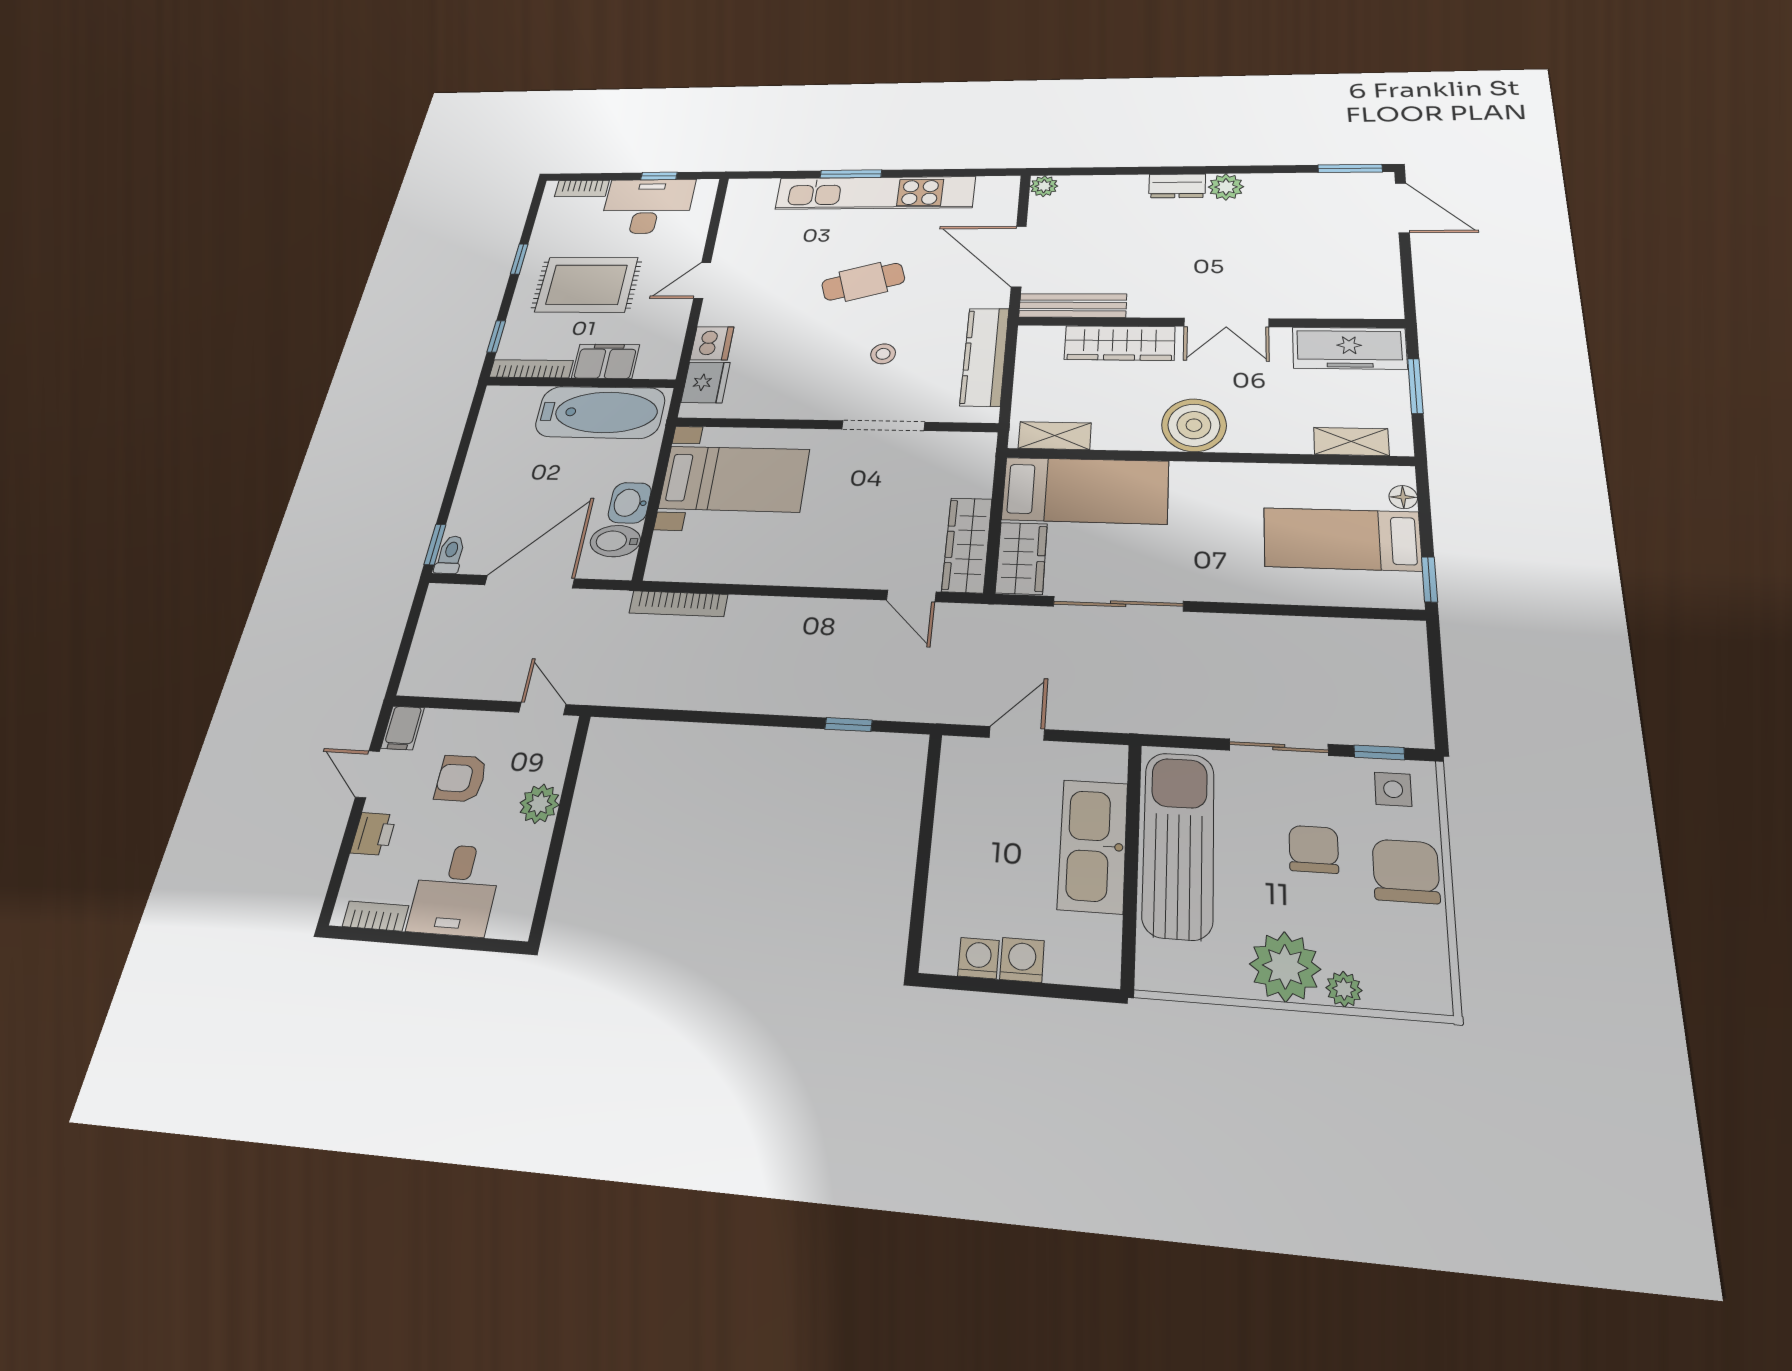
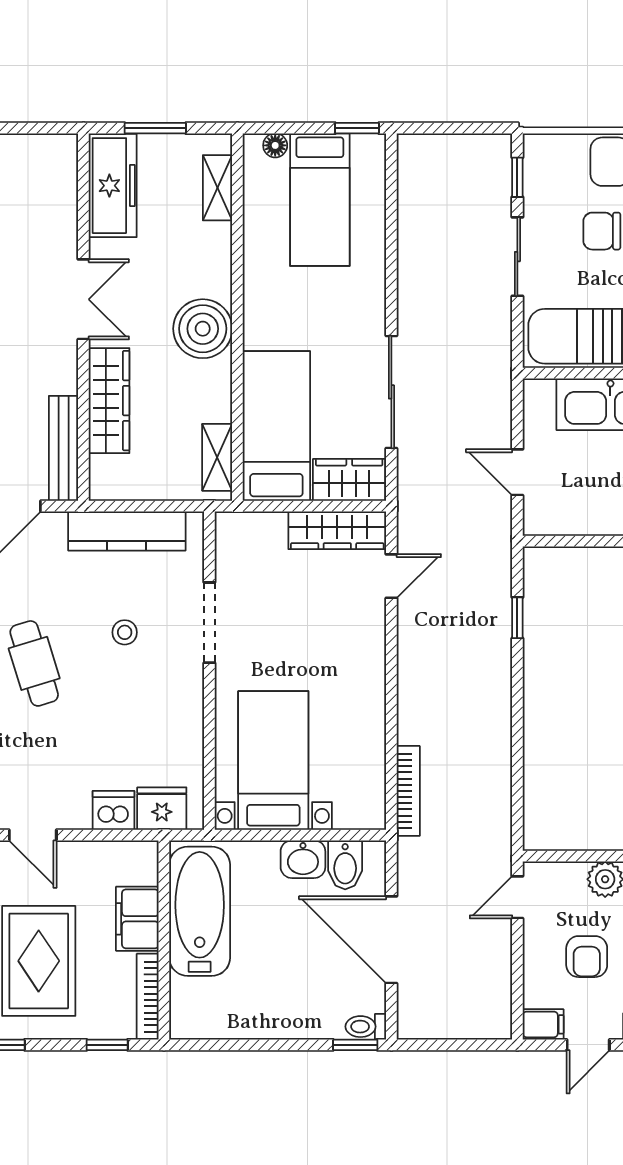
side table: (1393, 789) -> (548, 168), removed

